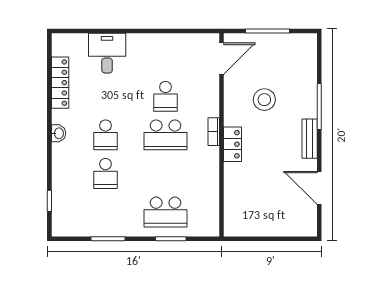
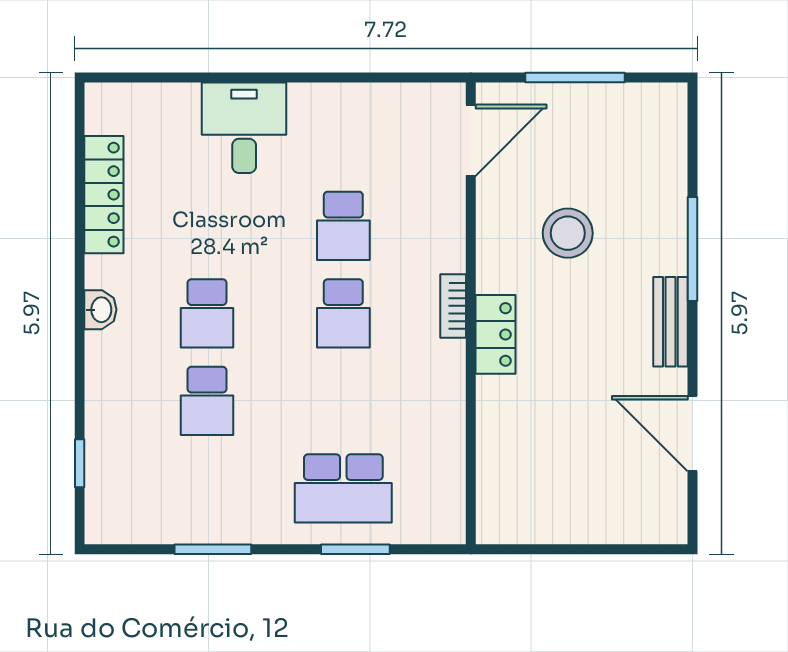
desk: (107, 53) -> (244, 128), moved
school desk: (166, 135) -> (343, 313), width x0.54

